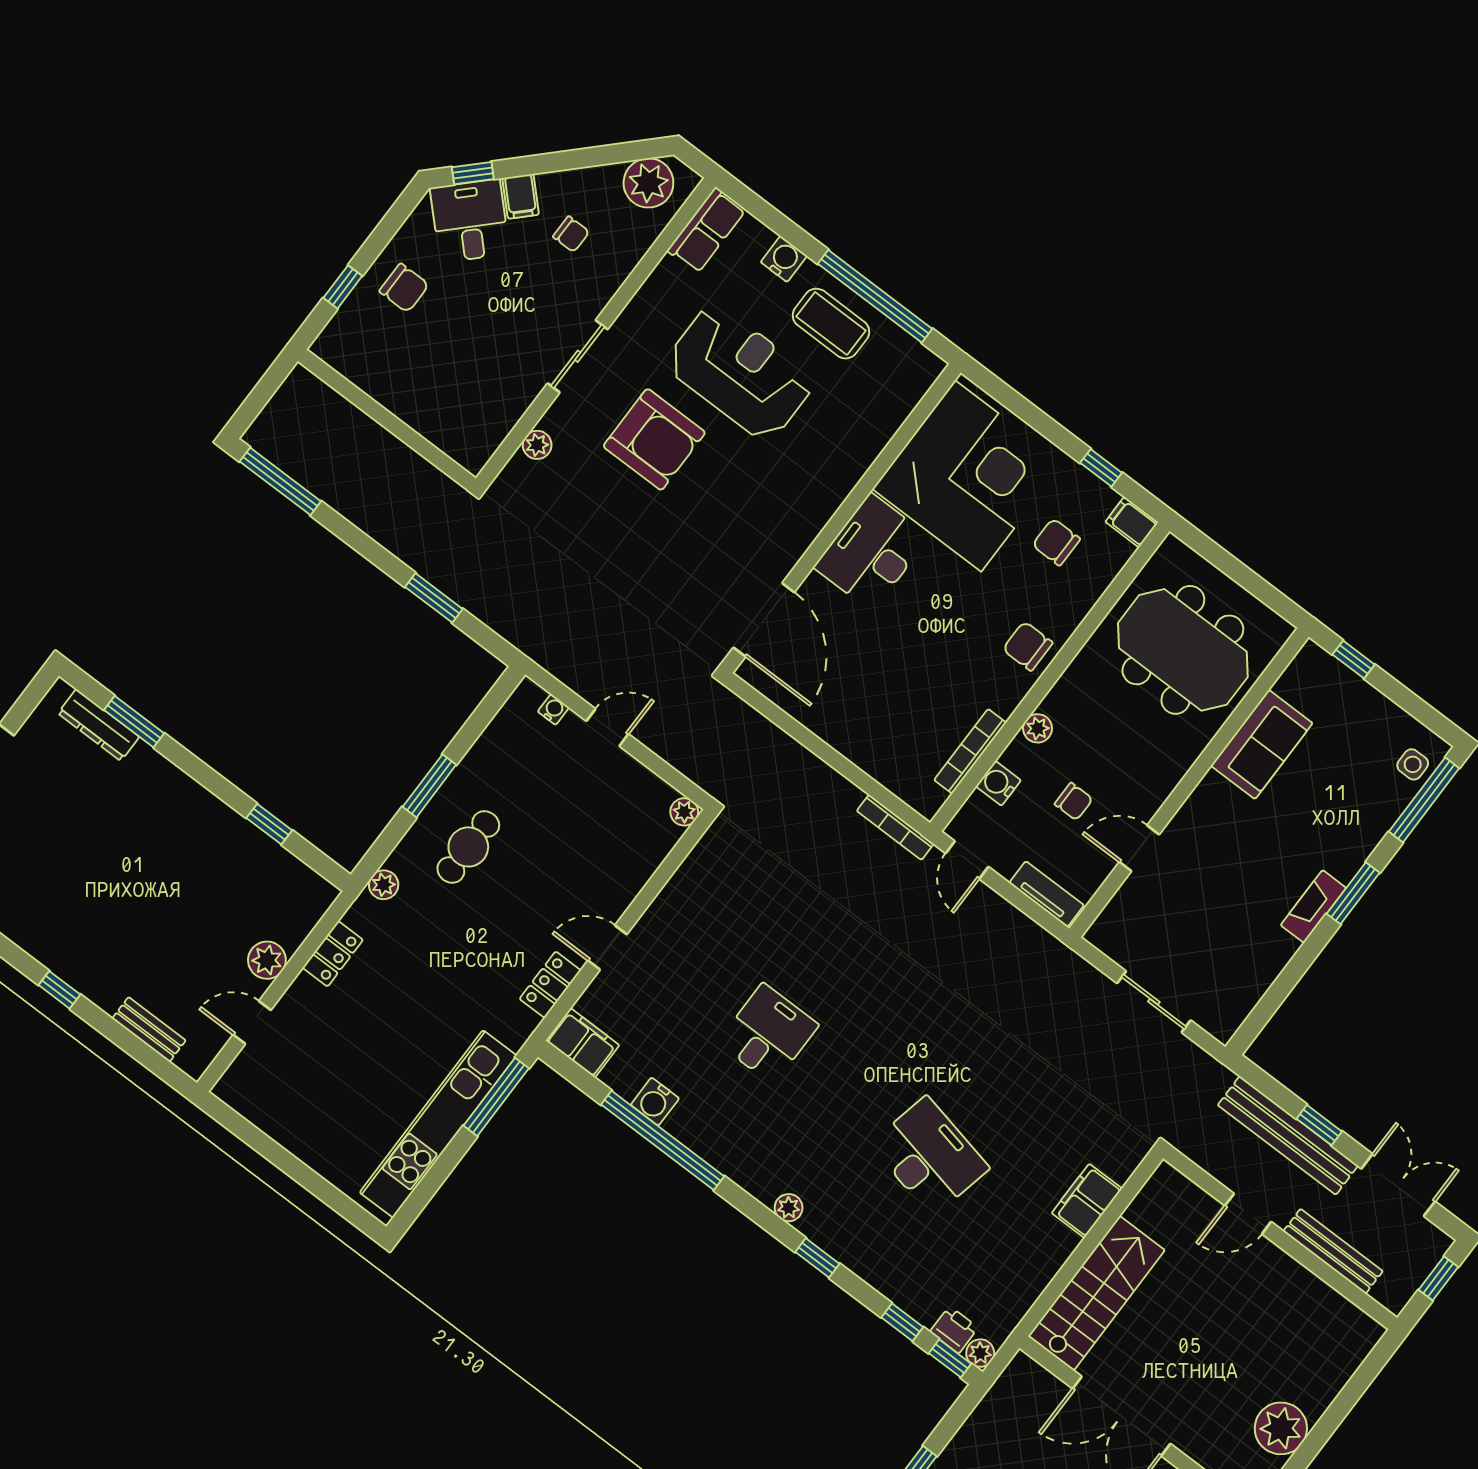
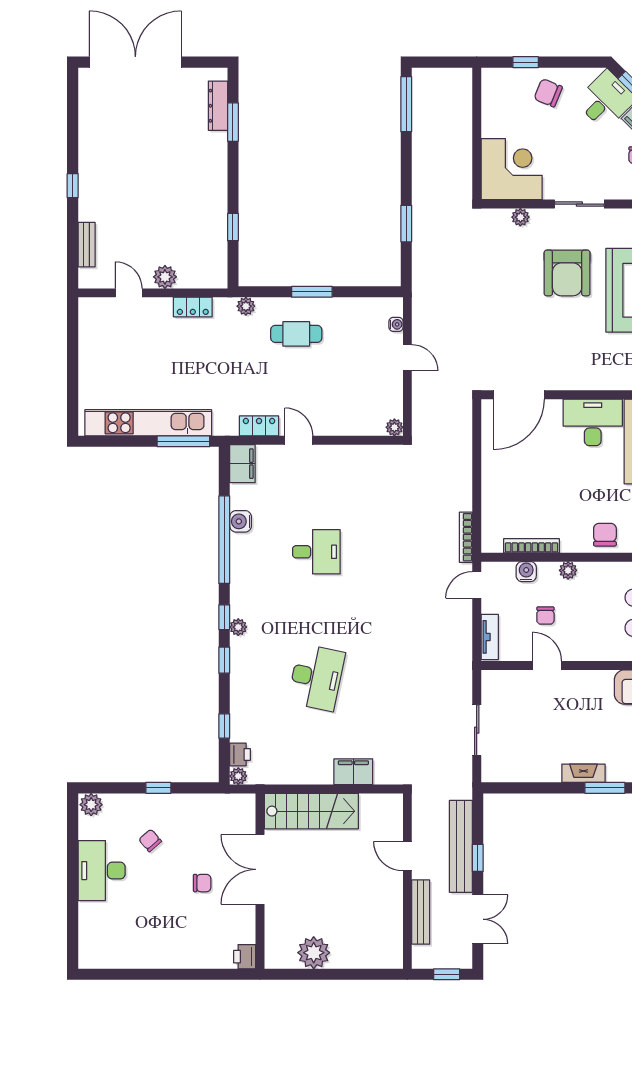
chair: (404, 288) -> (548, 93), turned 112
corner desk: (467, 409) -> (512, 169), added
window: (950, 1358) -> (224, 617), moved

